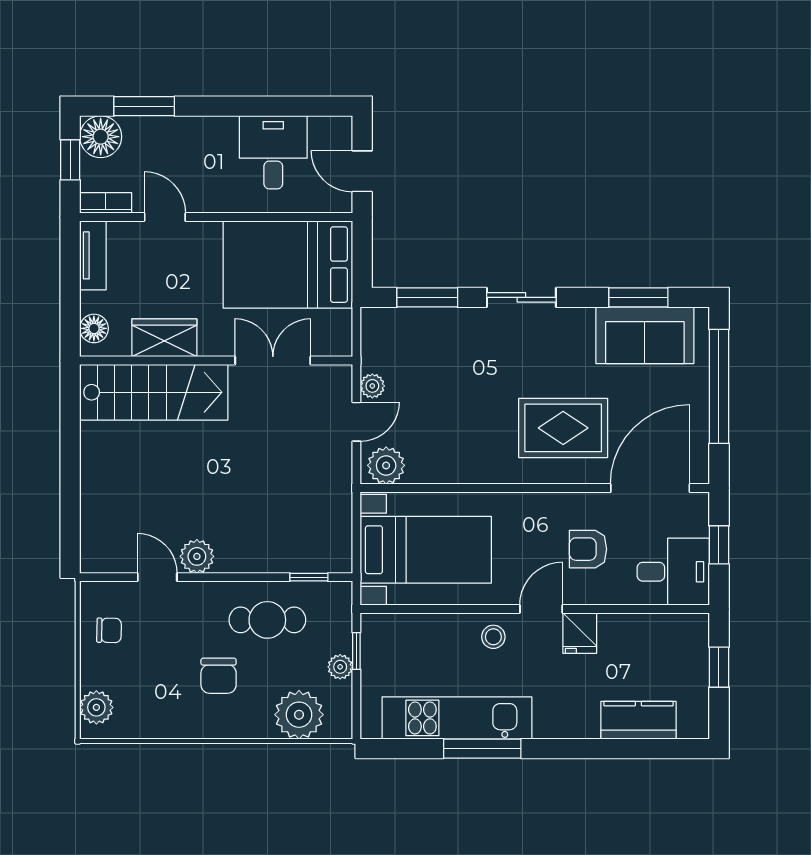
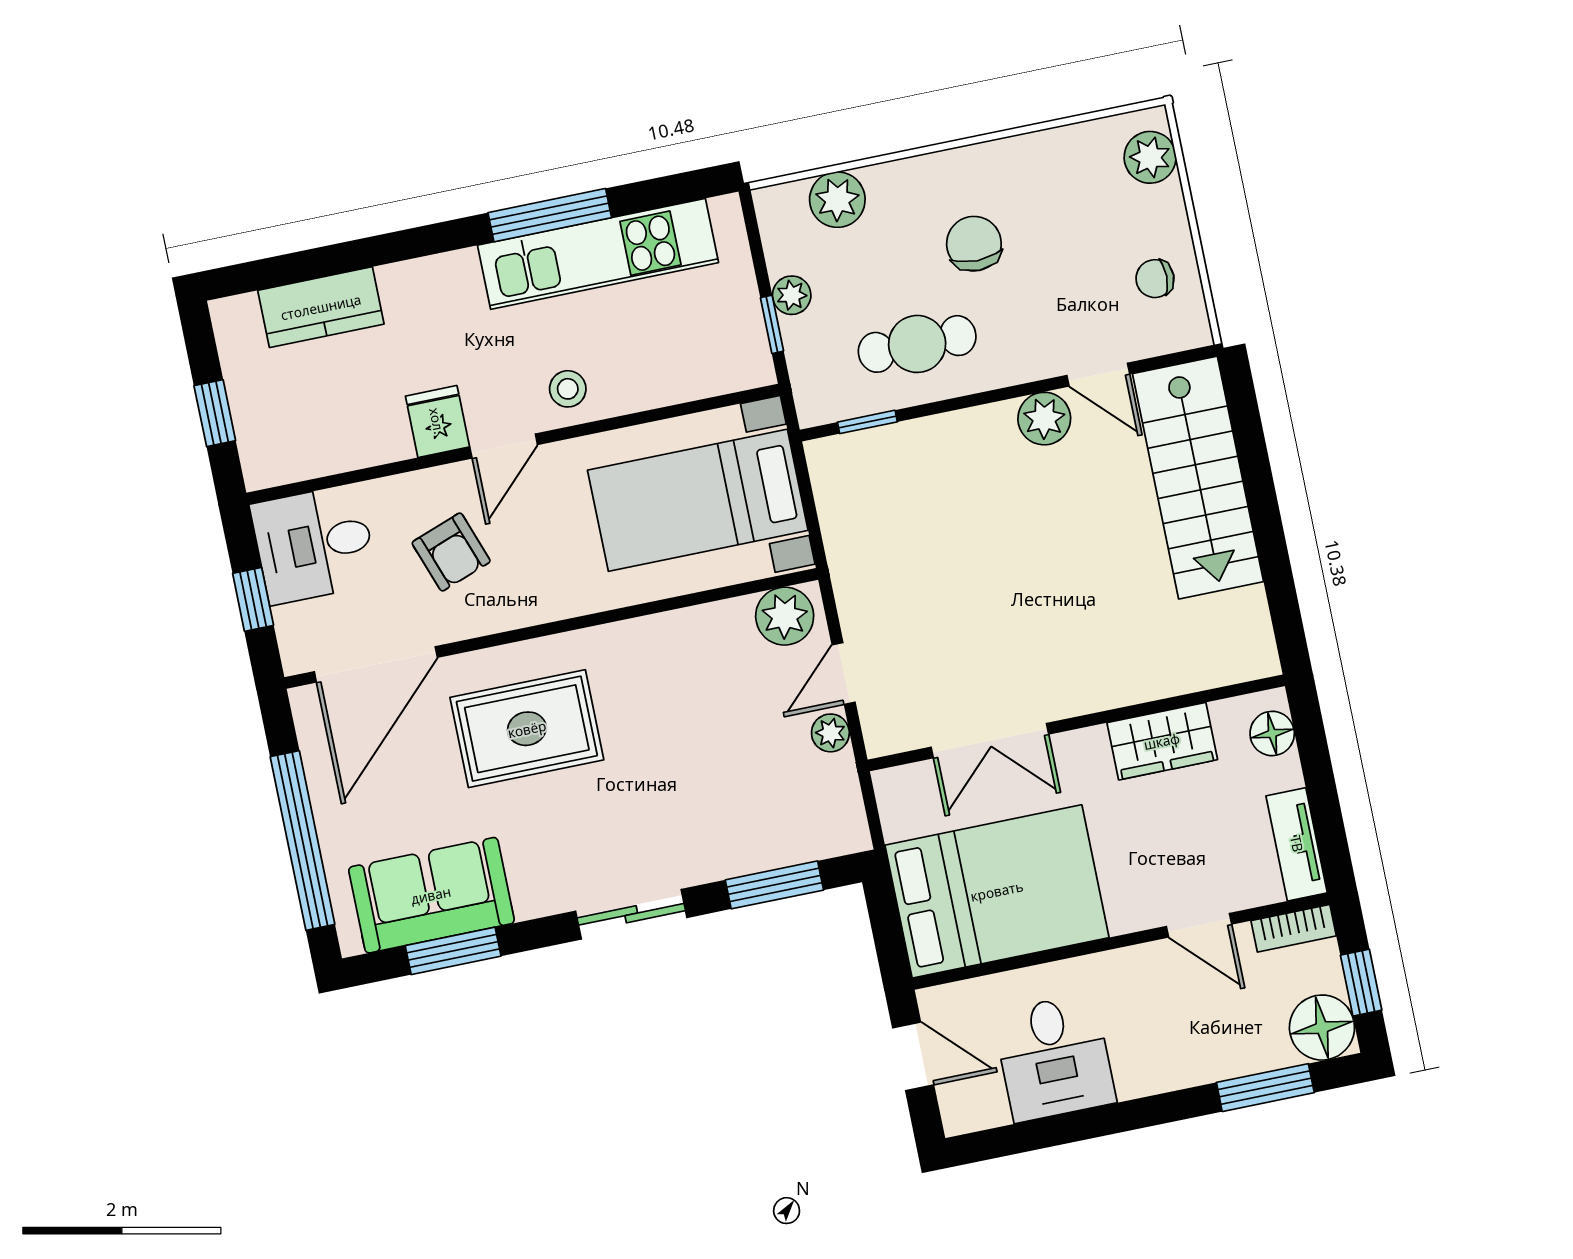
stairs: (154, 392) -> (1198, 478), moved, turned -90
armchair: (588, 549) -> (451, 552), turned 70
plant: (299, 715) -> (837, 200), width x0.73, depth x0.73

